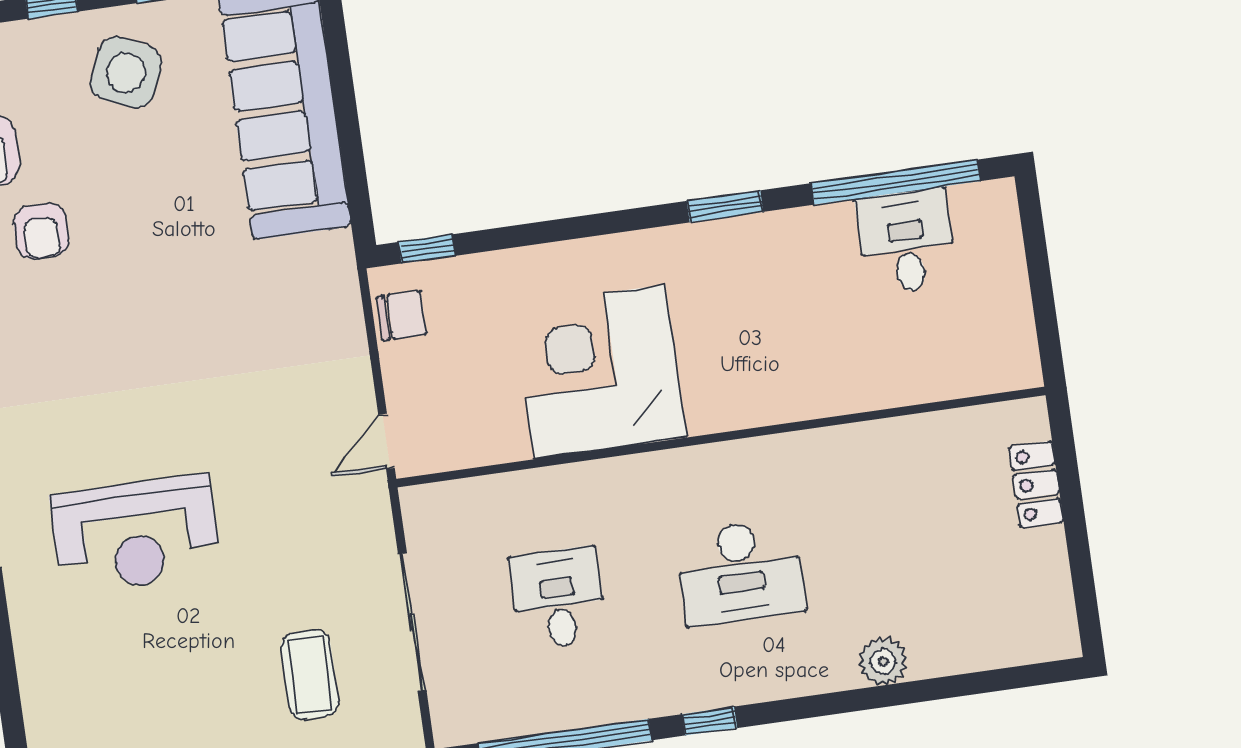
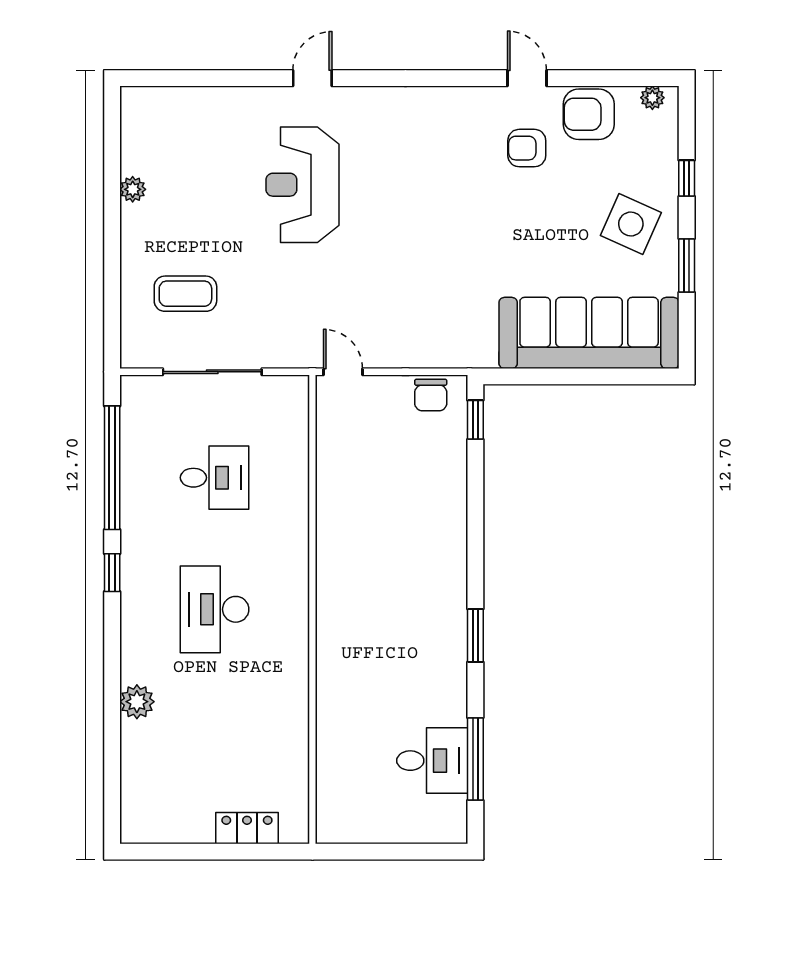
window: (896, 182) -> (475, 759), width x0.68
corner desk: (600, 372) -> (371, 530), removed

